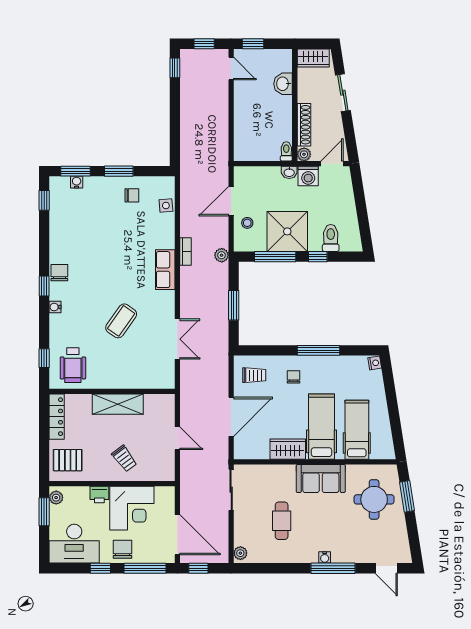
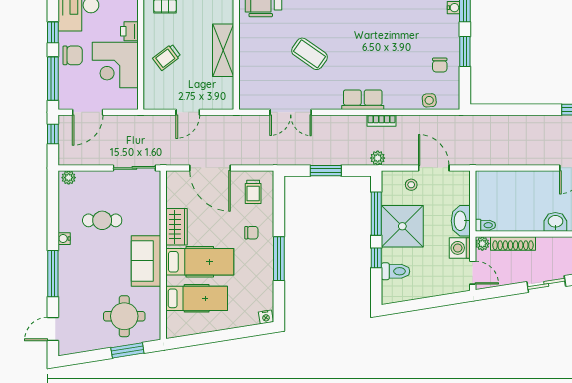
washbasin: (289, 172) -> (461, 221), width x1.91, depth x1.45
door: (177, 535) -> (88, 112), width x0.73
water cooler: (325, 557) -> (64, 239), moved

